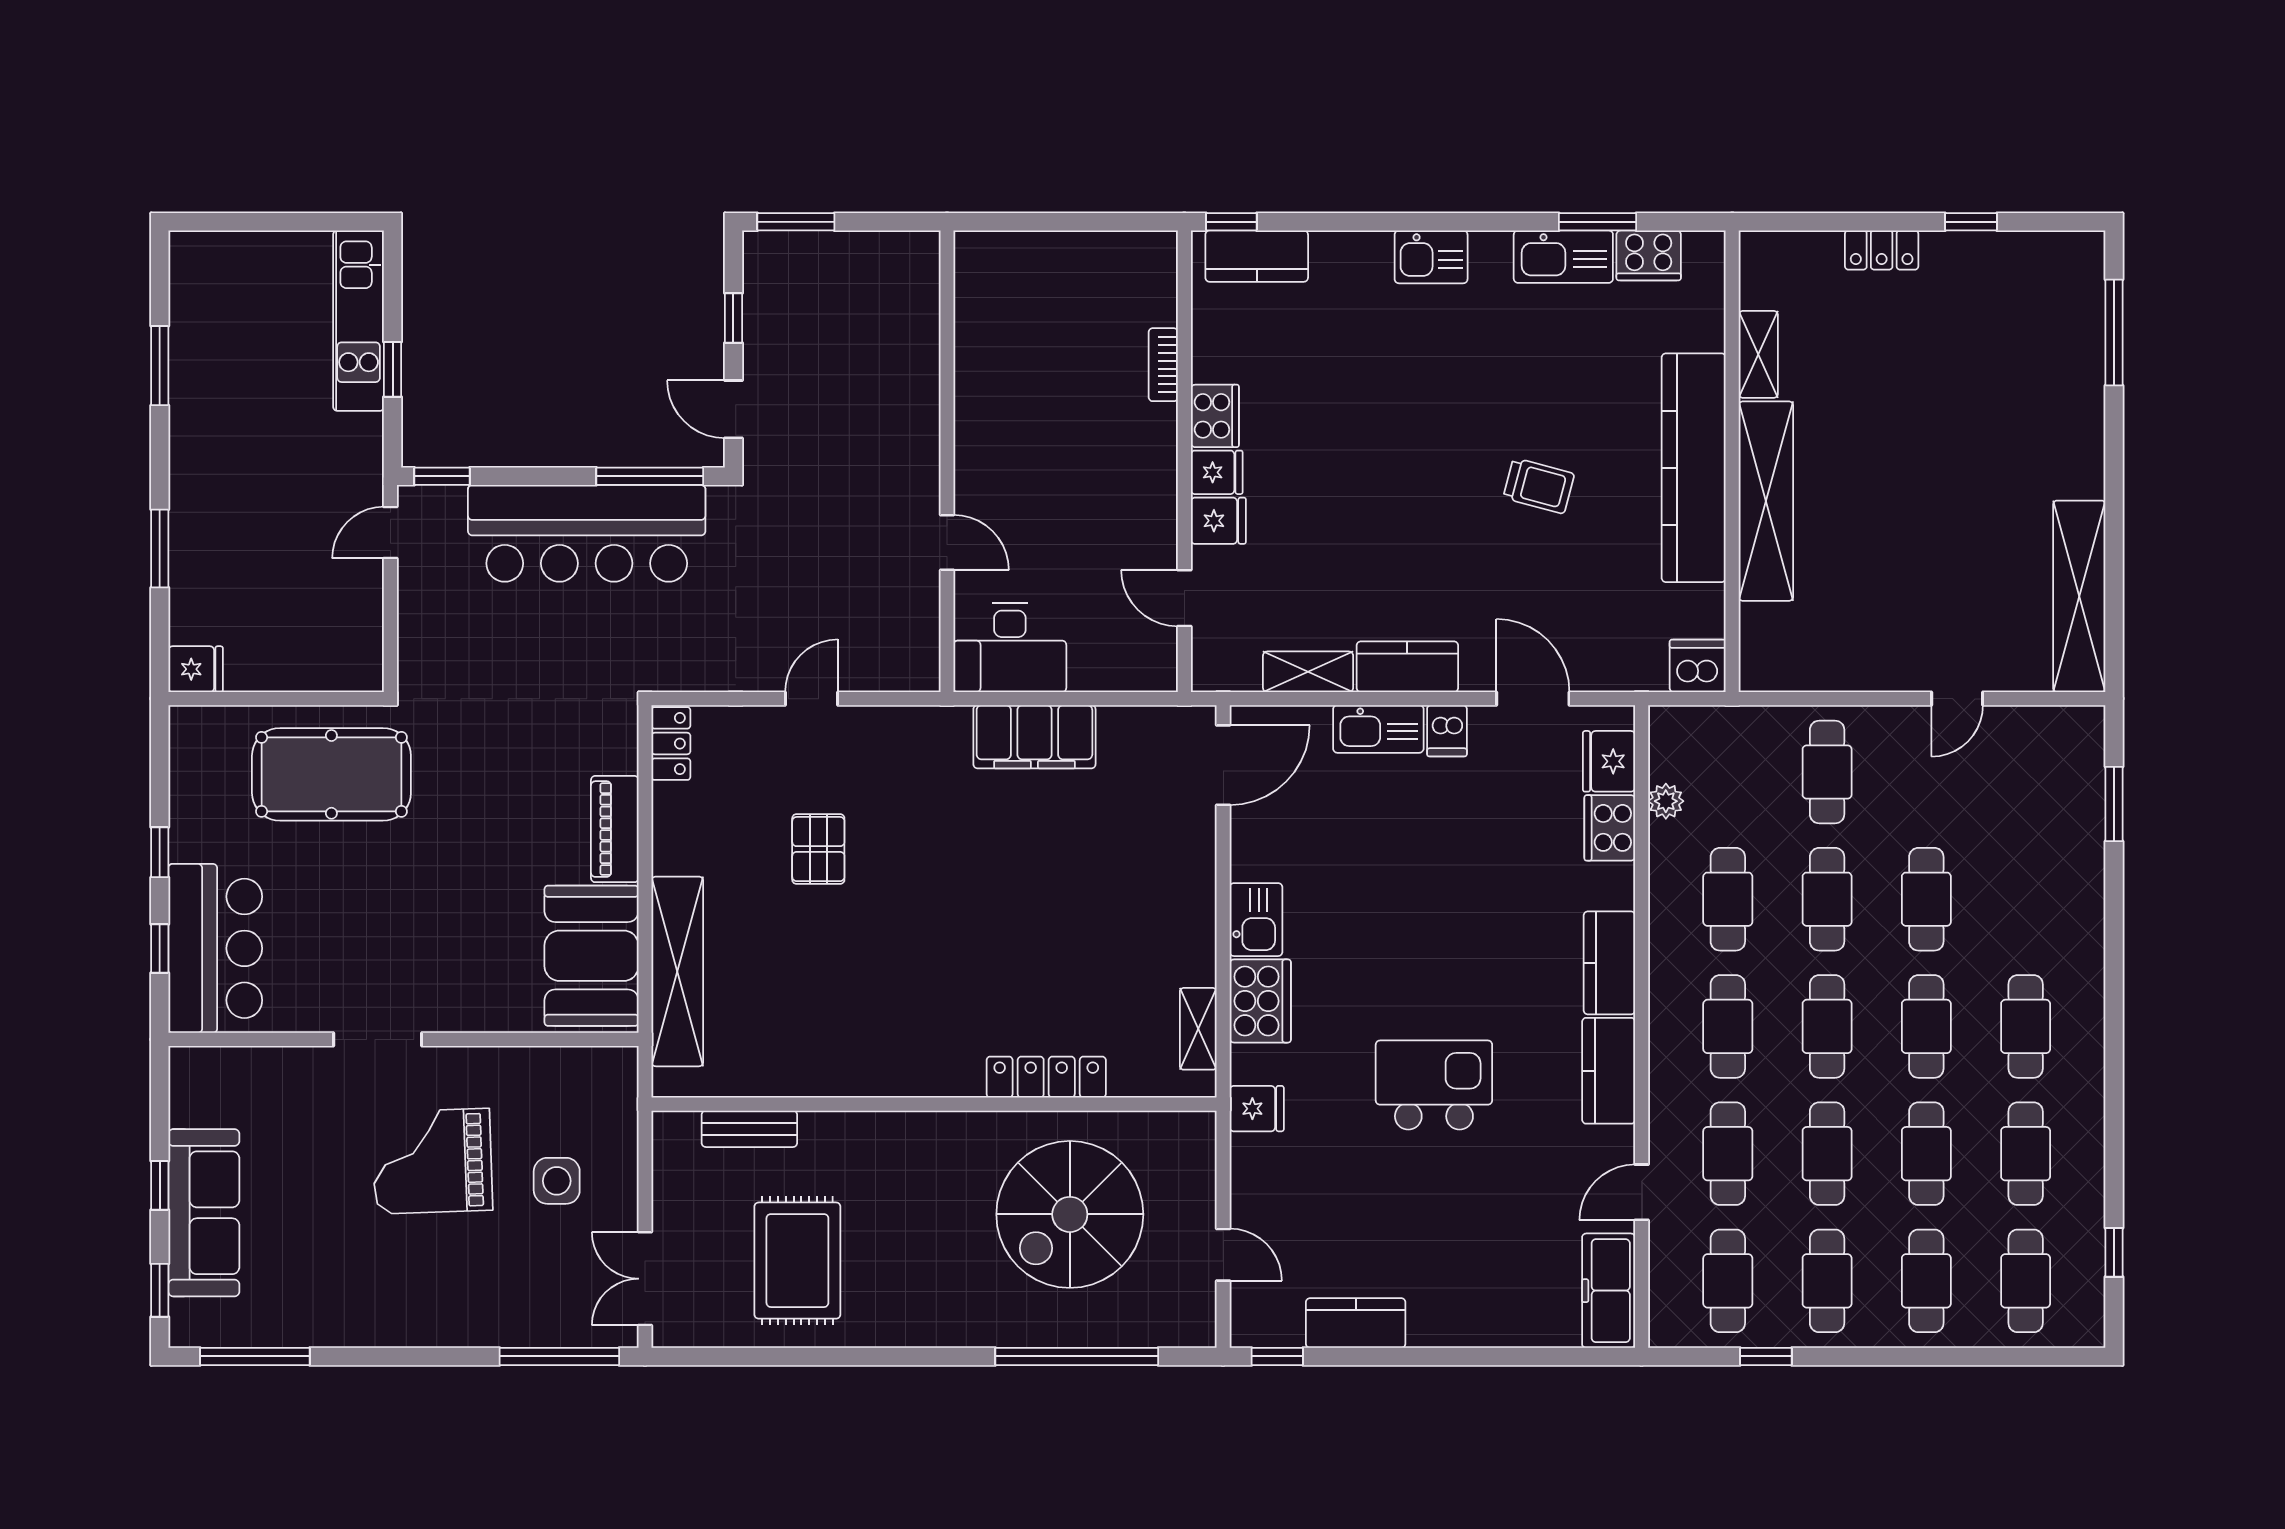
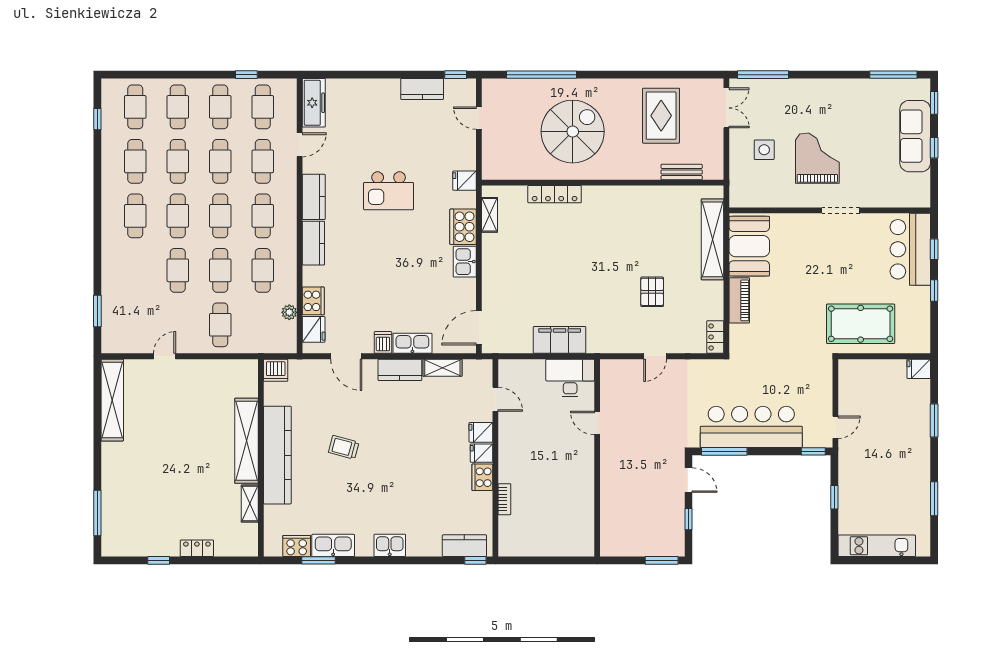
kitchen unit: (359, 321) -> (877, 546), moved, turned -90
grand piano: (432, 1161) -> (817, 158), turned -88
spiral stairs: (1070, 1214) -> (573, 132), moved

